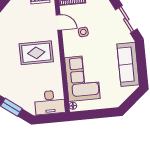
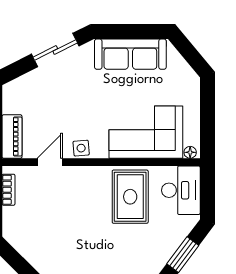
side table: (83, 32) -> (81, 148), moved
rug: (36, 53) -> (130, 197), moved

